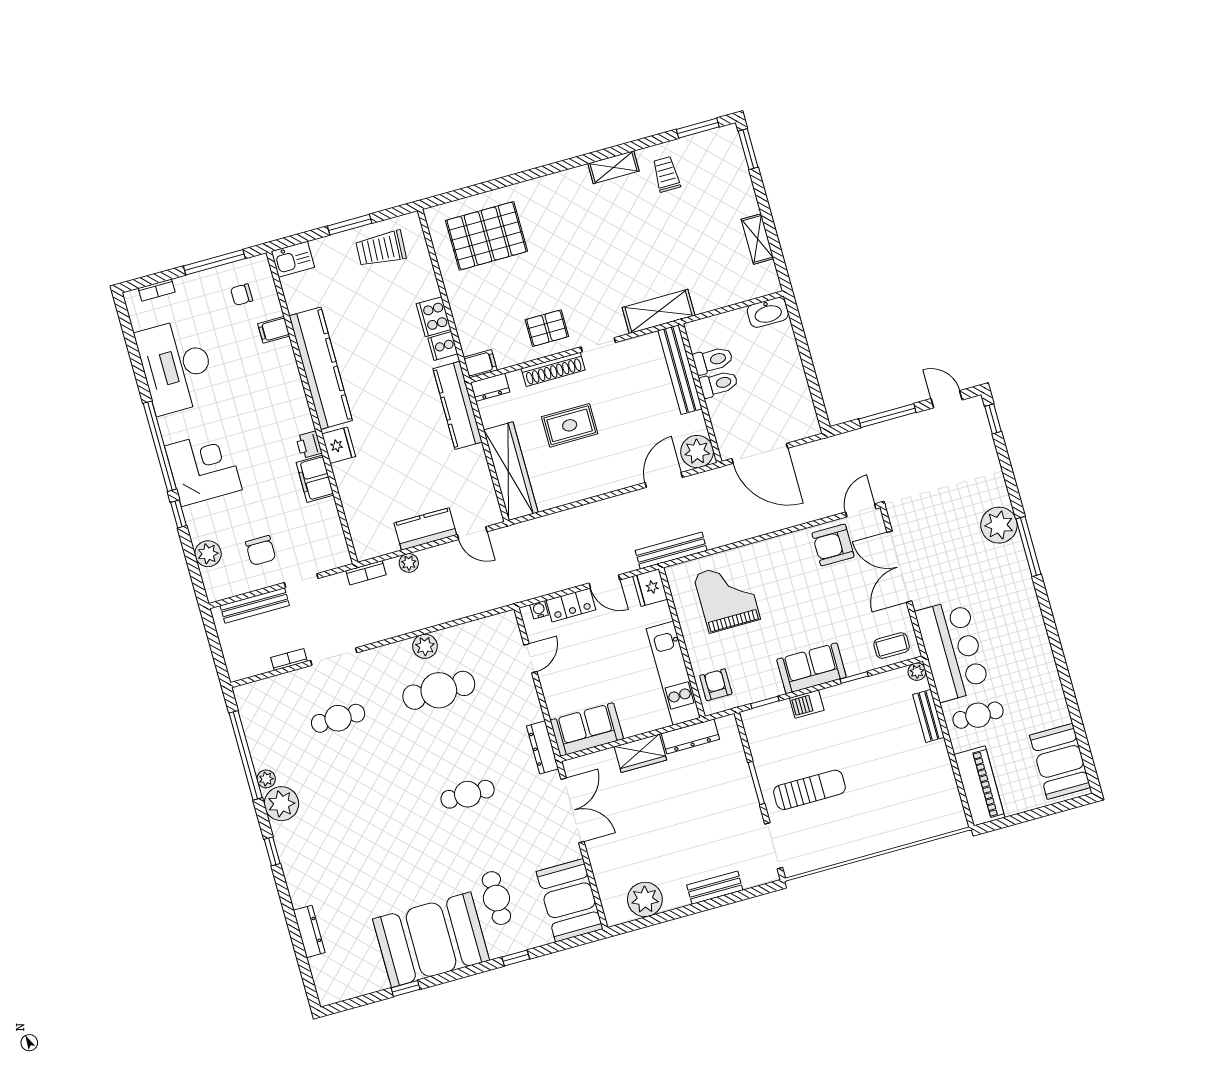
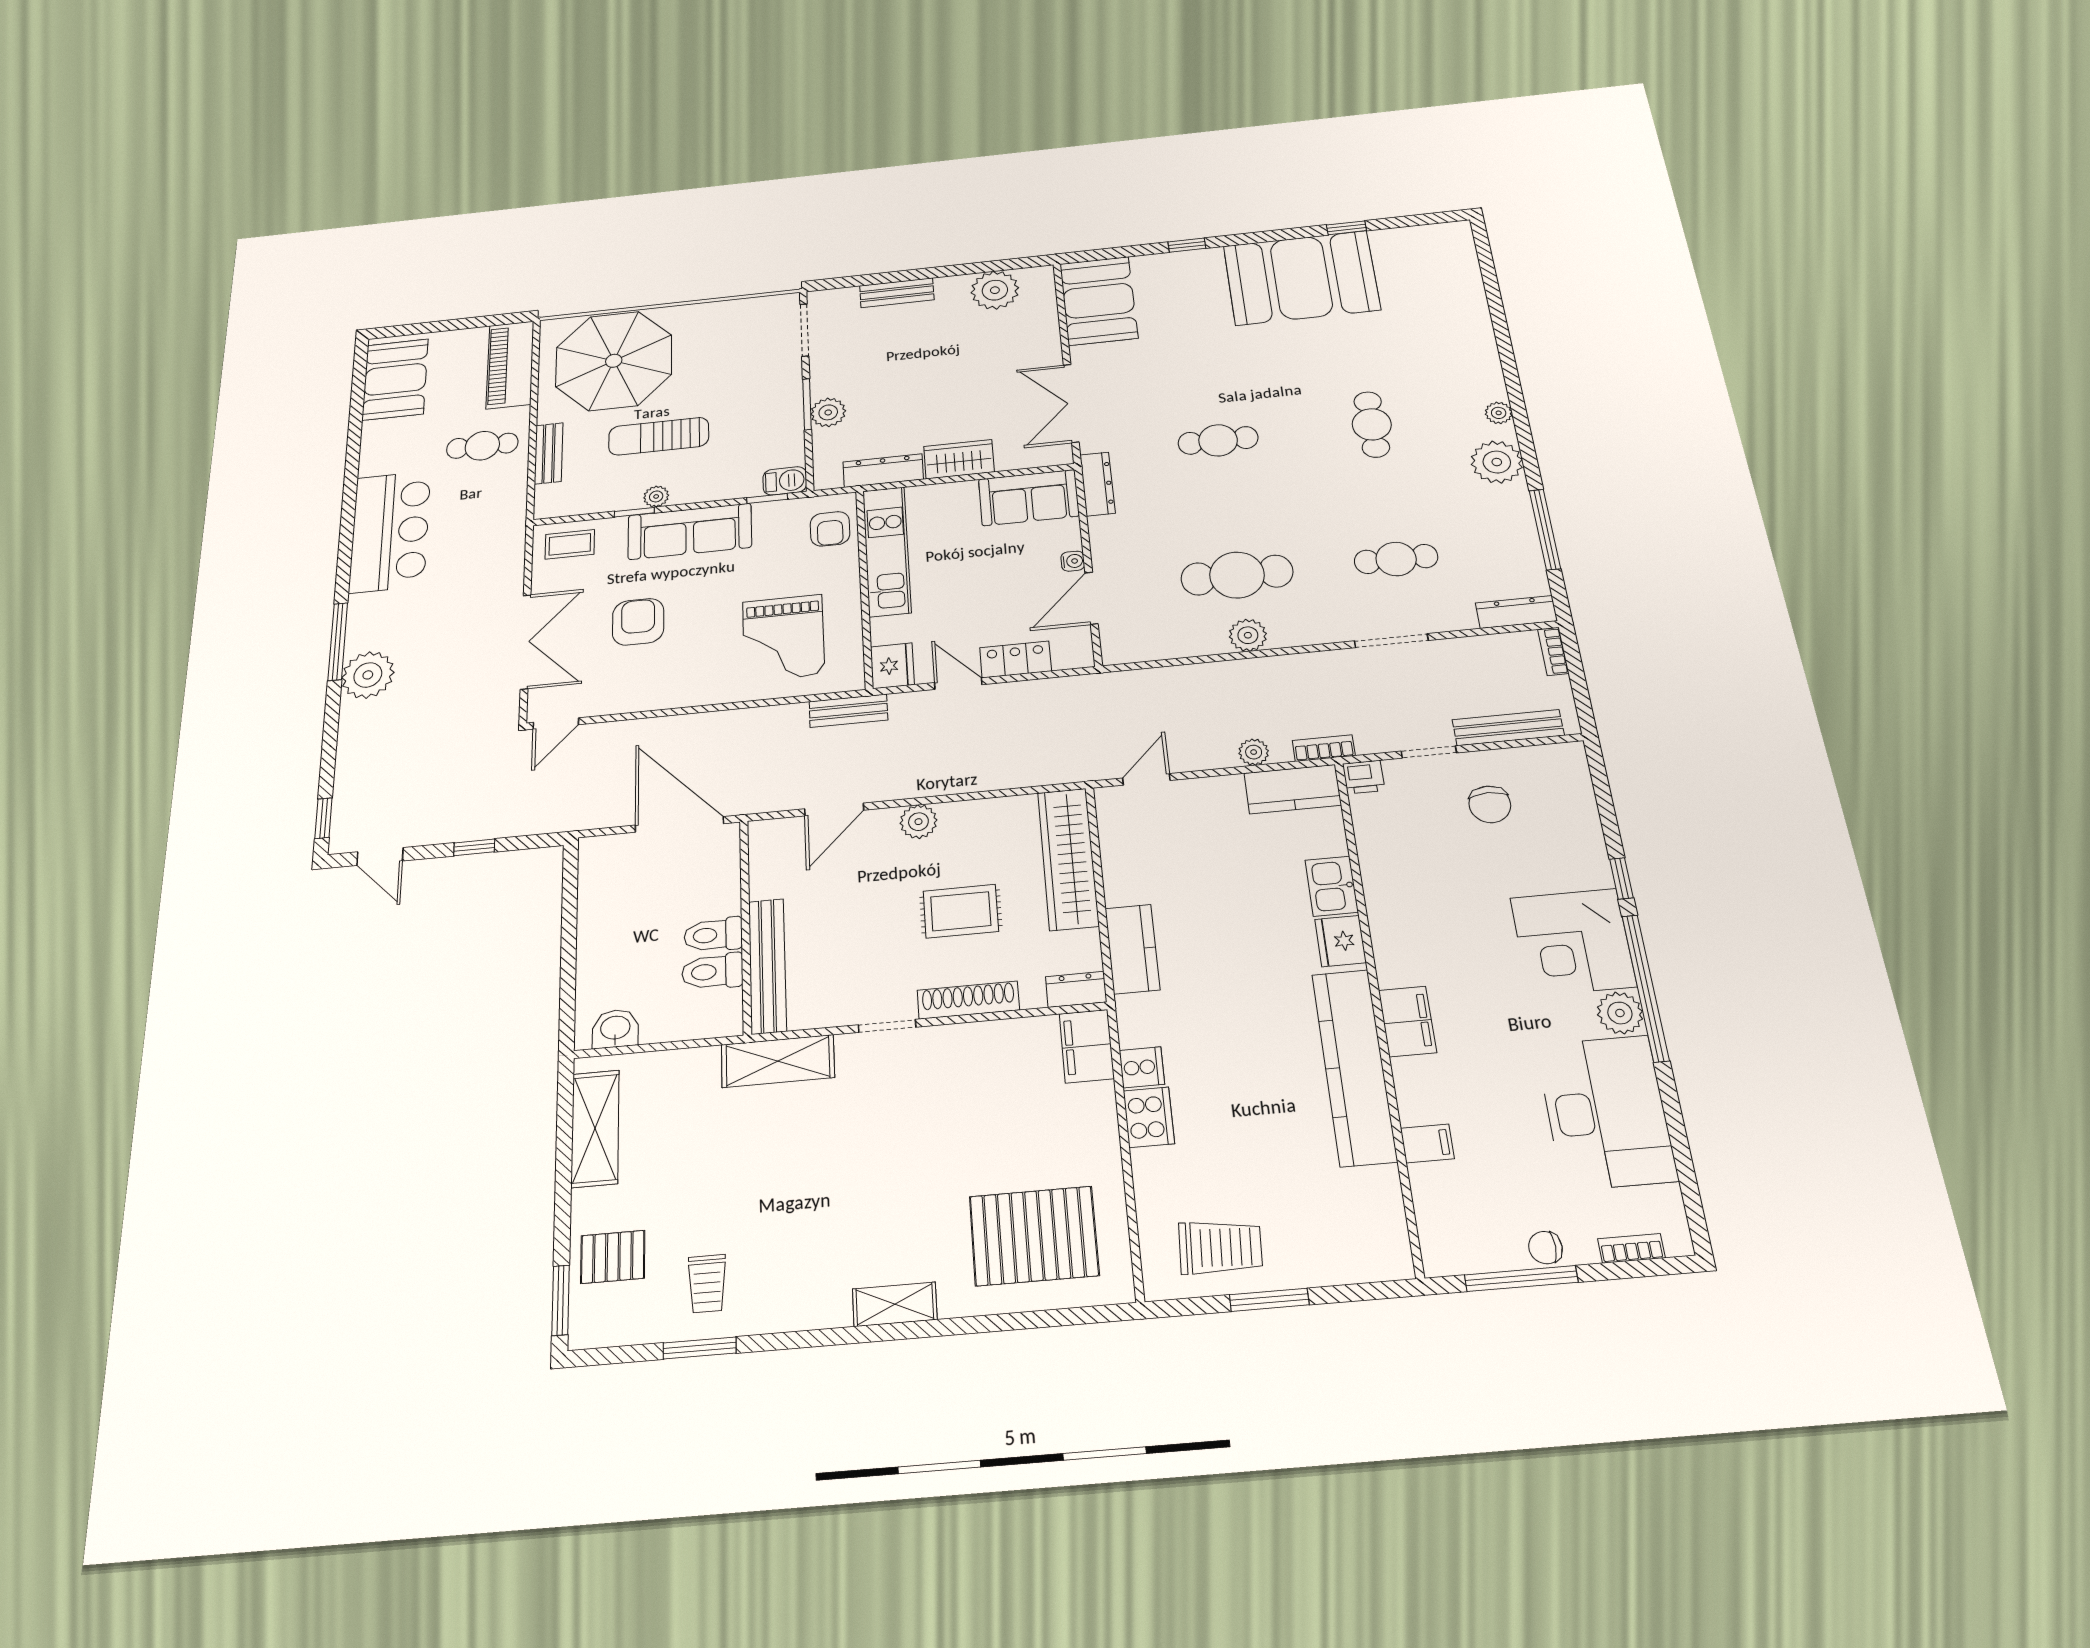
window: (698, 128) -> (700, 1348), moved
shelving: (613, 167) -> (895, 1304), moved
shelving: (757, 239) -> (595, 1128), width x1.50, depth x1.33
kitchen sink: (293, 259) -> (1332, 886), moved, turned -90
chair: (242, 295) -> (1545, 1248), moved, turned 180
washbasin: (768, 312) -> (615, 1029), width x0.72
pallet: (547, 328) -> (613, 1257), moved
filing cabinet: (480, 364) -> (1087, 1046), width x2.00
kitchen counter: (457, 405) -> (1132, 949), width x0.67
window: (887, 416) -> (474, 847), width x0.46
printer: (309, 445) -> (1364, 777), moved, turned 90
plant: (697, 452) -> (918, 822), moved, width x0.73, depth x0.73
filing cabinet: (315, 479) -> (1407, 1021), moved
kitchen counter: (425, 529) -> (1293, 789), moved
door: (472, 533) -> (1146, 779), hinge flipped
armchair: (833, 545) -> (638, 622), moved, turned -90
chair: (261, 550) -> (1490, 804), turned 180
bench: (671, 551) -> (848, 711), width x0.73
plant: (208, 554) -> (1620, 1013), moved
water cooler: (539, 610) -> (1073, 561), moved, turned -90
bar counter: (952, 650) -> (390, 531), moved, turned 180
door: (530, 658) -> (1092, 598), width x1.37
bookcase: (289, 659) -> (1553, 651), moved, turned 90
sofa: (811, 668) -> (690, 531), width x1.36
plant: (917, 672) -> (656, 496), moved
barbecue: (807, 704) -> (785, 481), moved
window: (246, 755) -> (1545, 529), width x0.68
plant: (740, 778) -> (828, 412), added
plant: (266, 779) -> (1499, 413), moved
sun lounger: (809, 790) -> (659, 436), moved
parasol: (905, 800) -> (614, 361), added
window: (272, 851) -> (1518, 406), removed
cafe table: (496, 898) -> (1372, 424), moved
dresser: (309, 931) -> (1516, 612), moved, turned 90

